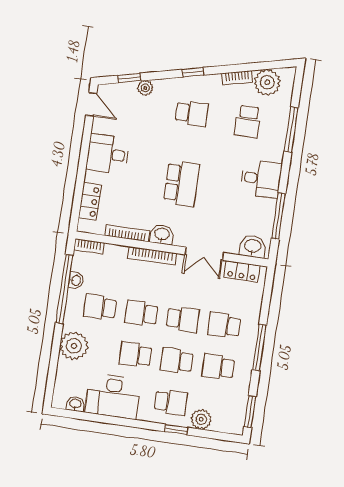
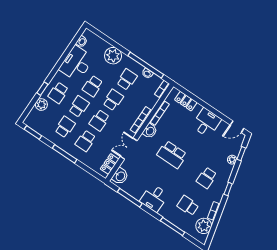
school desk: (224, 325) -> (85, 141), turned 180
school desk: (135, 355) -> (93, 86), turned 180

